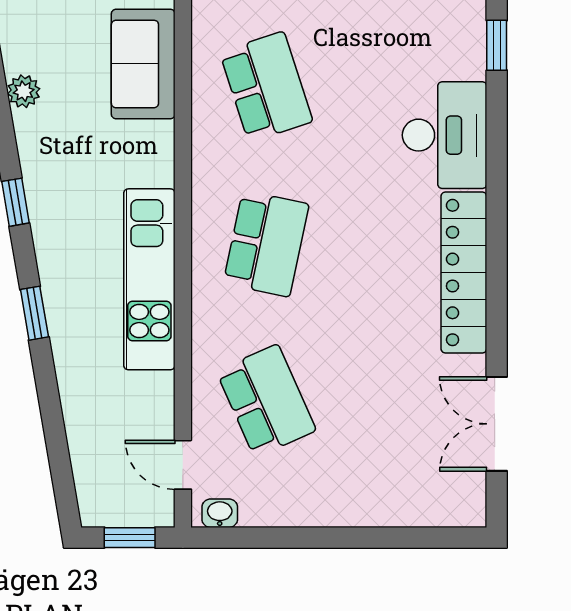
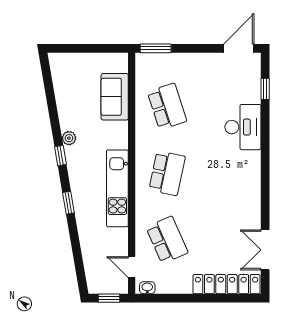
plant: (24, 91) -> (69, 138), moved
locker: (464, 273) -> (226, 284), moved, turned 90

